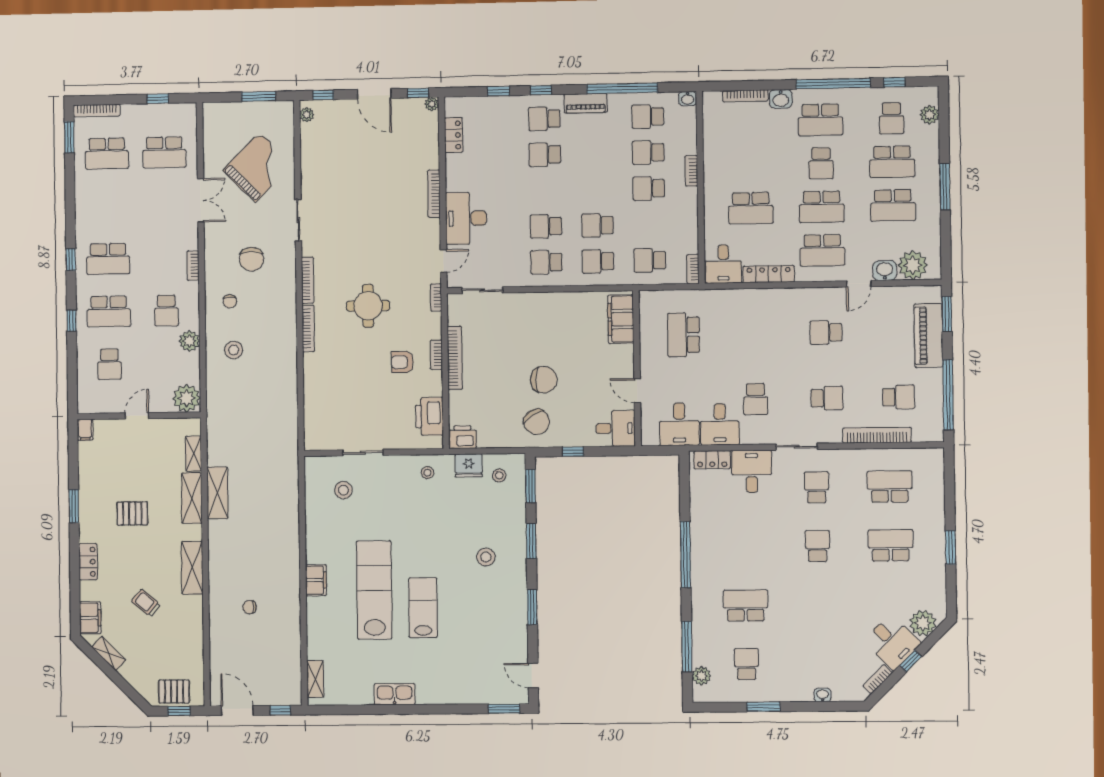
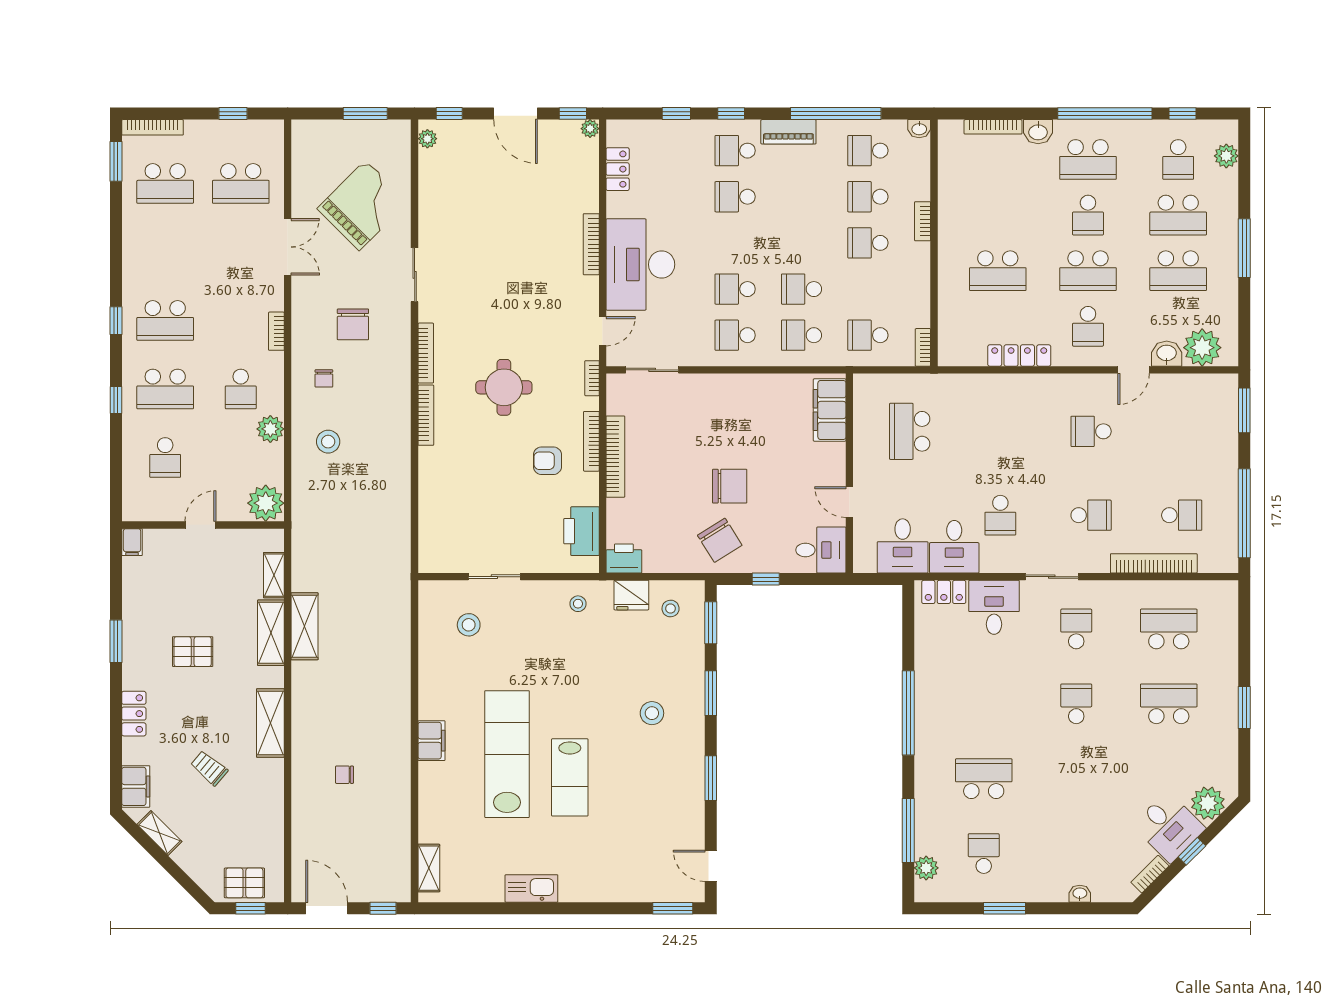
desk: (466, 218) -> (640, 264), width x1.36, depth x1.30
school desk: (822, 250) -> (1088, 326), width x0.54
desk: (723, 264) -> (962, 342), removed
piano: (929, 336) -> (1221, 437), removed
bookcase: (436, 355) -> (591, 441), width x1.56
lab bench: (423, 608) -> (570, 777), turned 180

